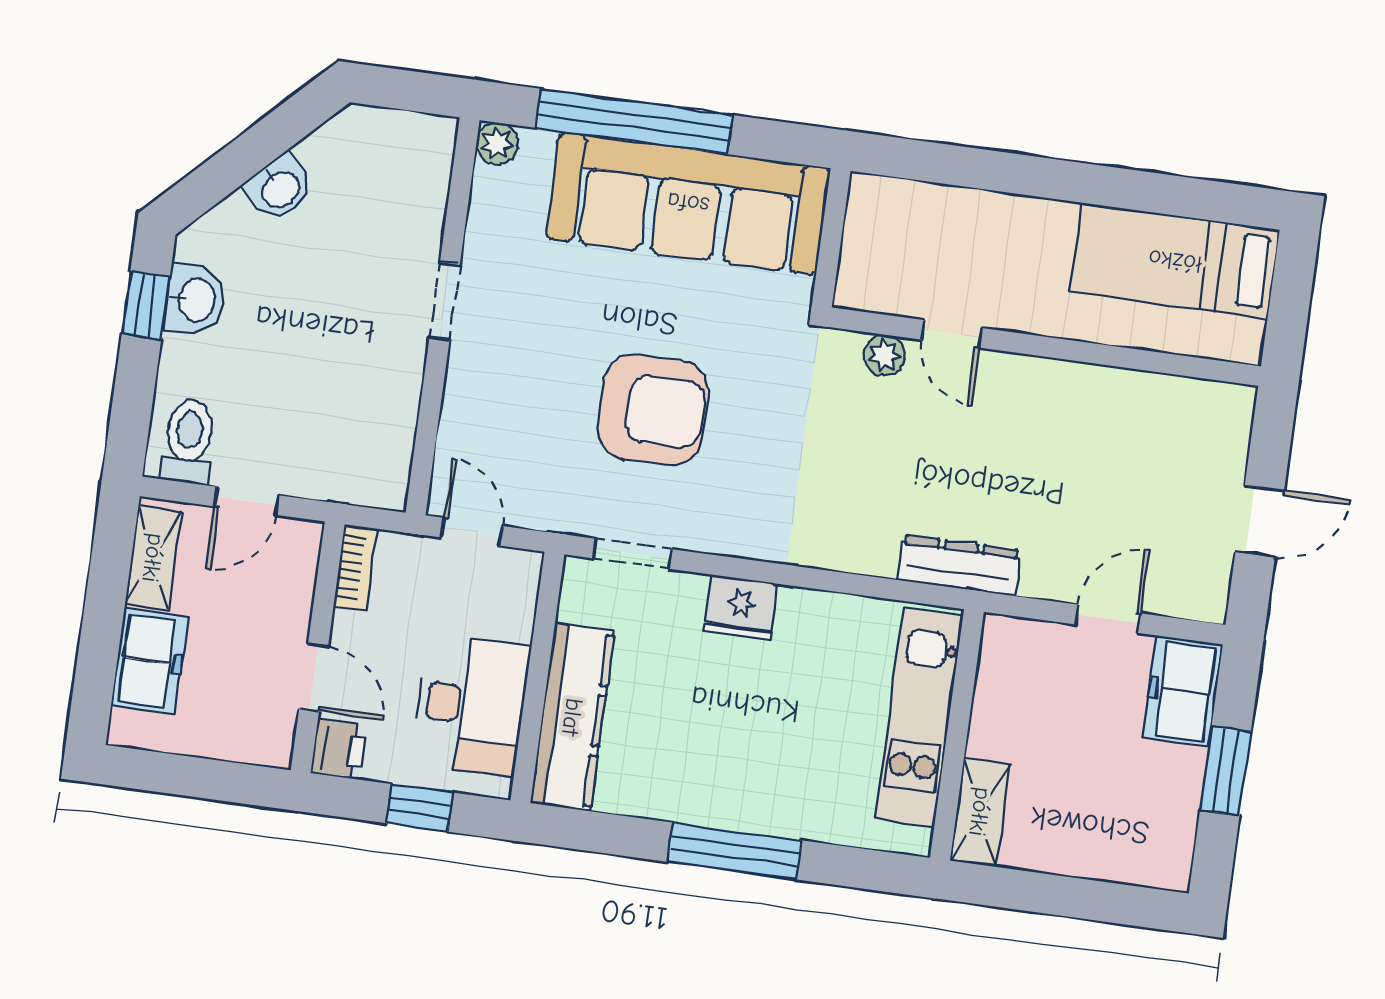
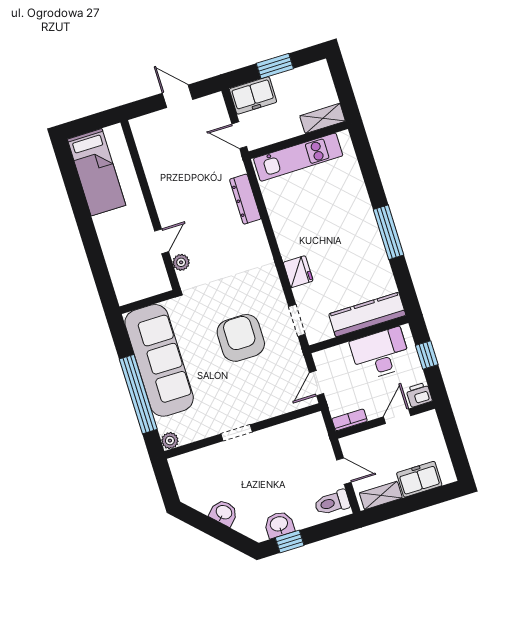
kitchen unit: (919, 717) -> (298, 157), moved
wall: (957, 735) -> (298, 140), moved
shelving: (980, 812) -> (323, 118), moved

